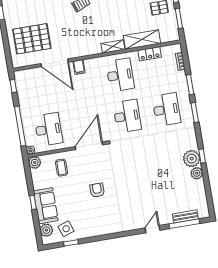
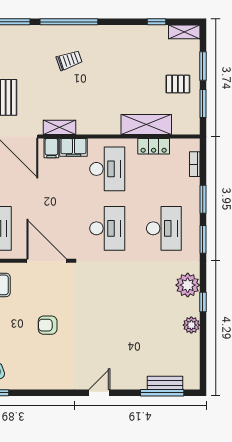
shelving: (113, 46) -> (59, 127), moved
filing cabinet: (94, 64) -> (73, 147), added
door: (89, 146) -> (47, 261), hinge flipped
plant: (192, 159) -> (188, 285), moved
armchair: (97, 190) -> (48, 325), turned -90
door: (152, 229) -> (99, 393), moved

